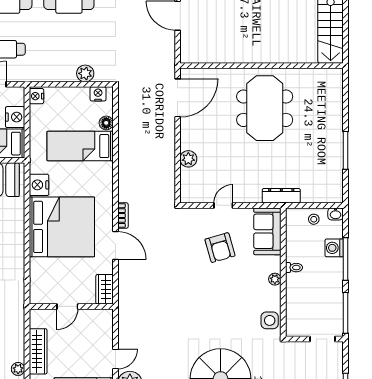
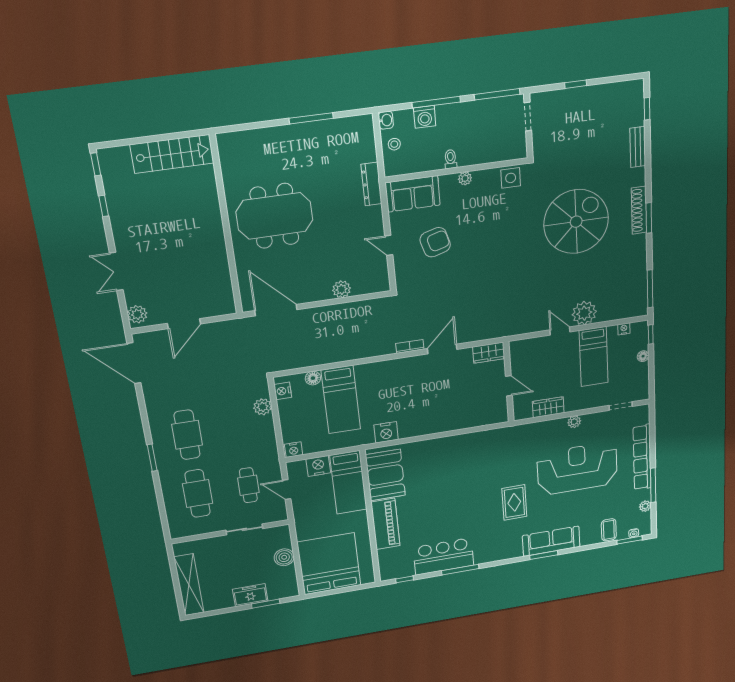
bed: (62, 227) -> (427, 404), removed
wardrobe: (38, 351) -> (548, 407), width x0.67

